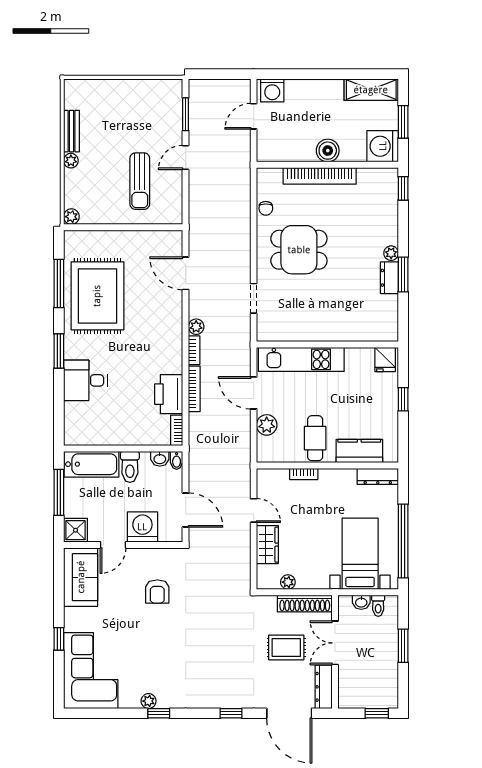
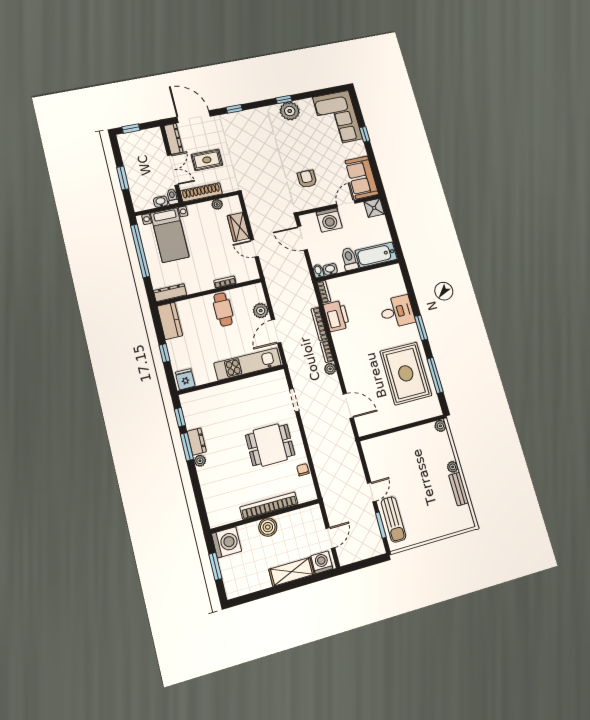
shelving: (371, 90) -> (292, 572), moved
sun lounger: (140, 181) -> (393, 519), moved, turned 180
window: (403, 188) -> (180, 417), moved
door: (254, 393) -> (276, 331), swing flipped
kitchen counter: (359, 451) -> (170, 321), moved, turned -90
window: (59, 492) -> (393, 231), removed
toilet: (378, 606) -> (172, 197), moved
plant: (149, 701) -> (290, 111), width x1.87, depth x1.87

